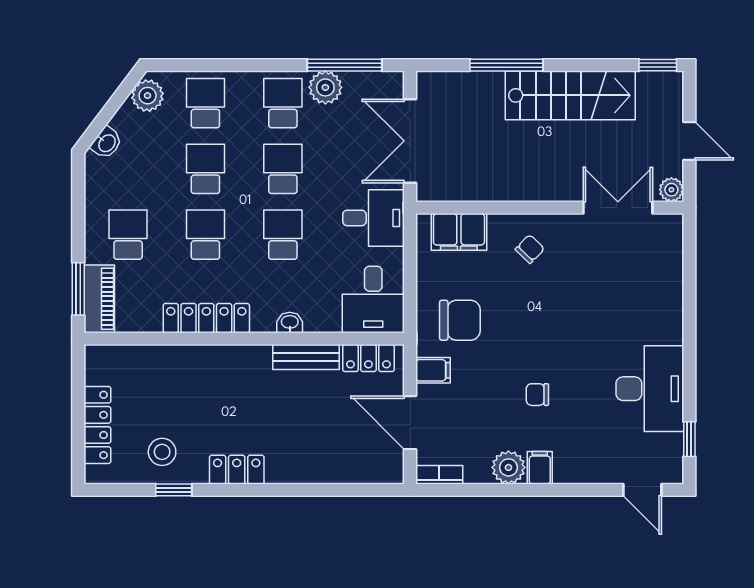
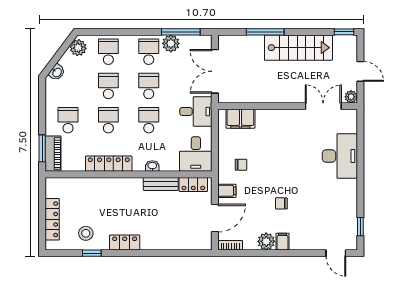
chair: (530, 249) -> (277, 128), removed
chair: (460, 320) -> (241, 165), width x0.54, depth x0.54
desk: (650, 389) -> (340, 156), moved
door: (410, 423) -> (215, 218), swing flipped

